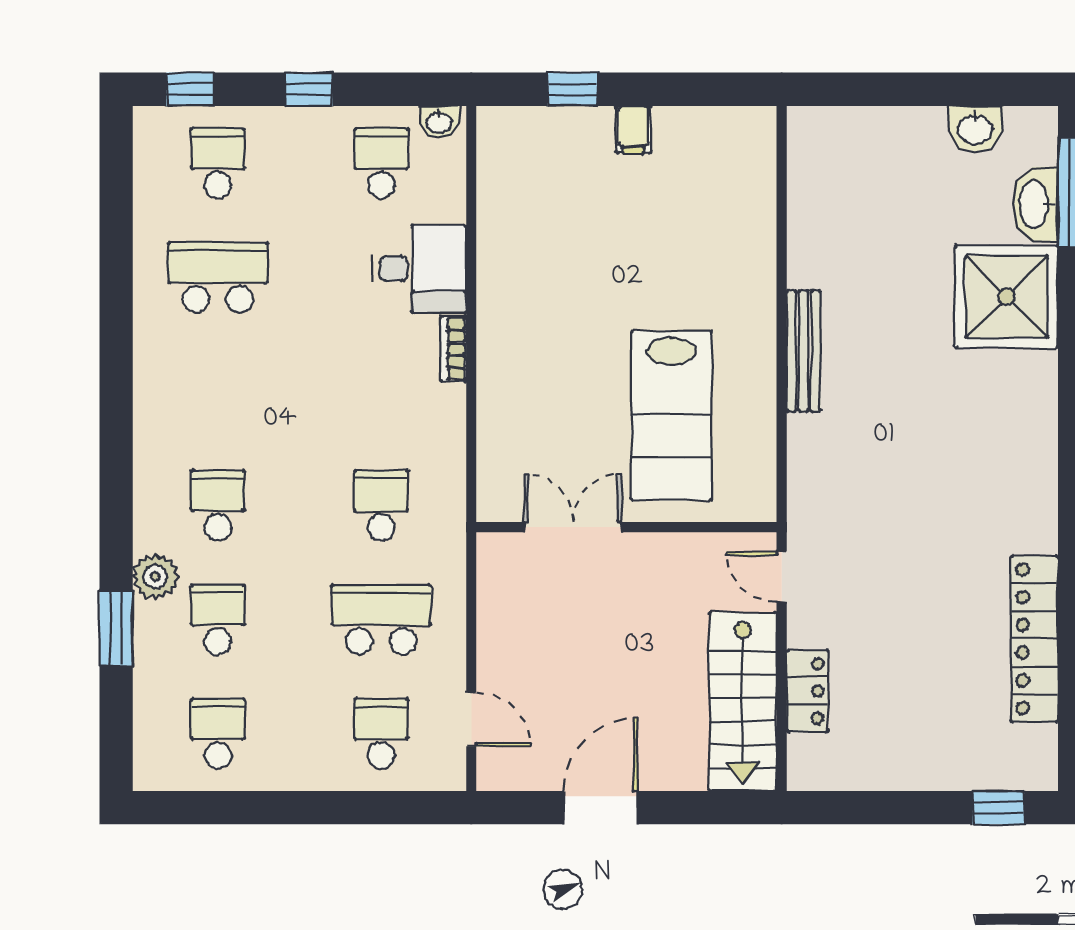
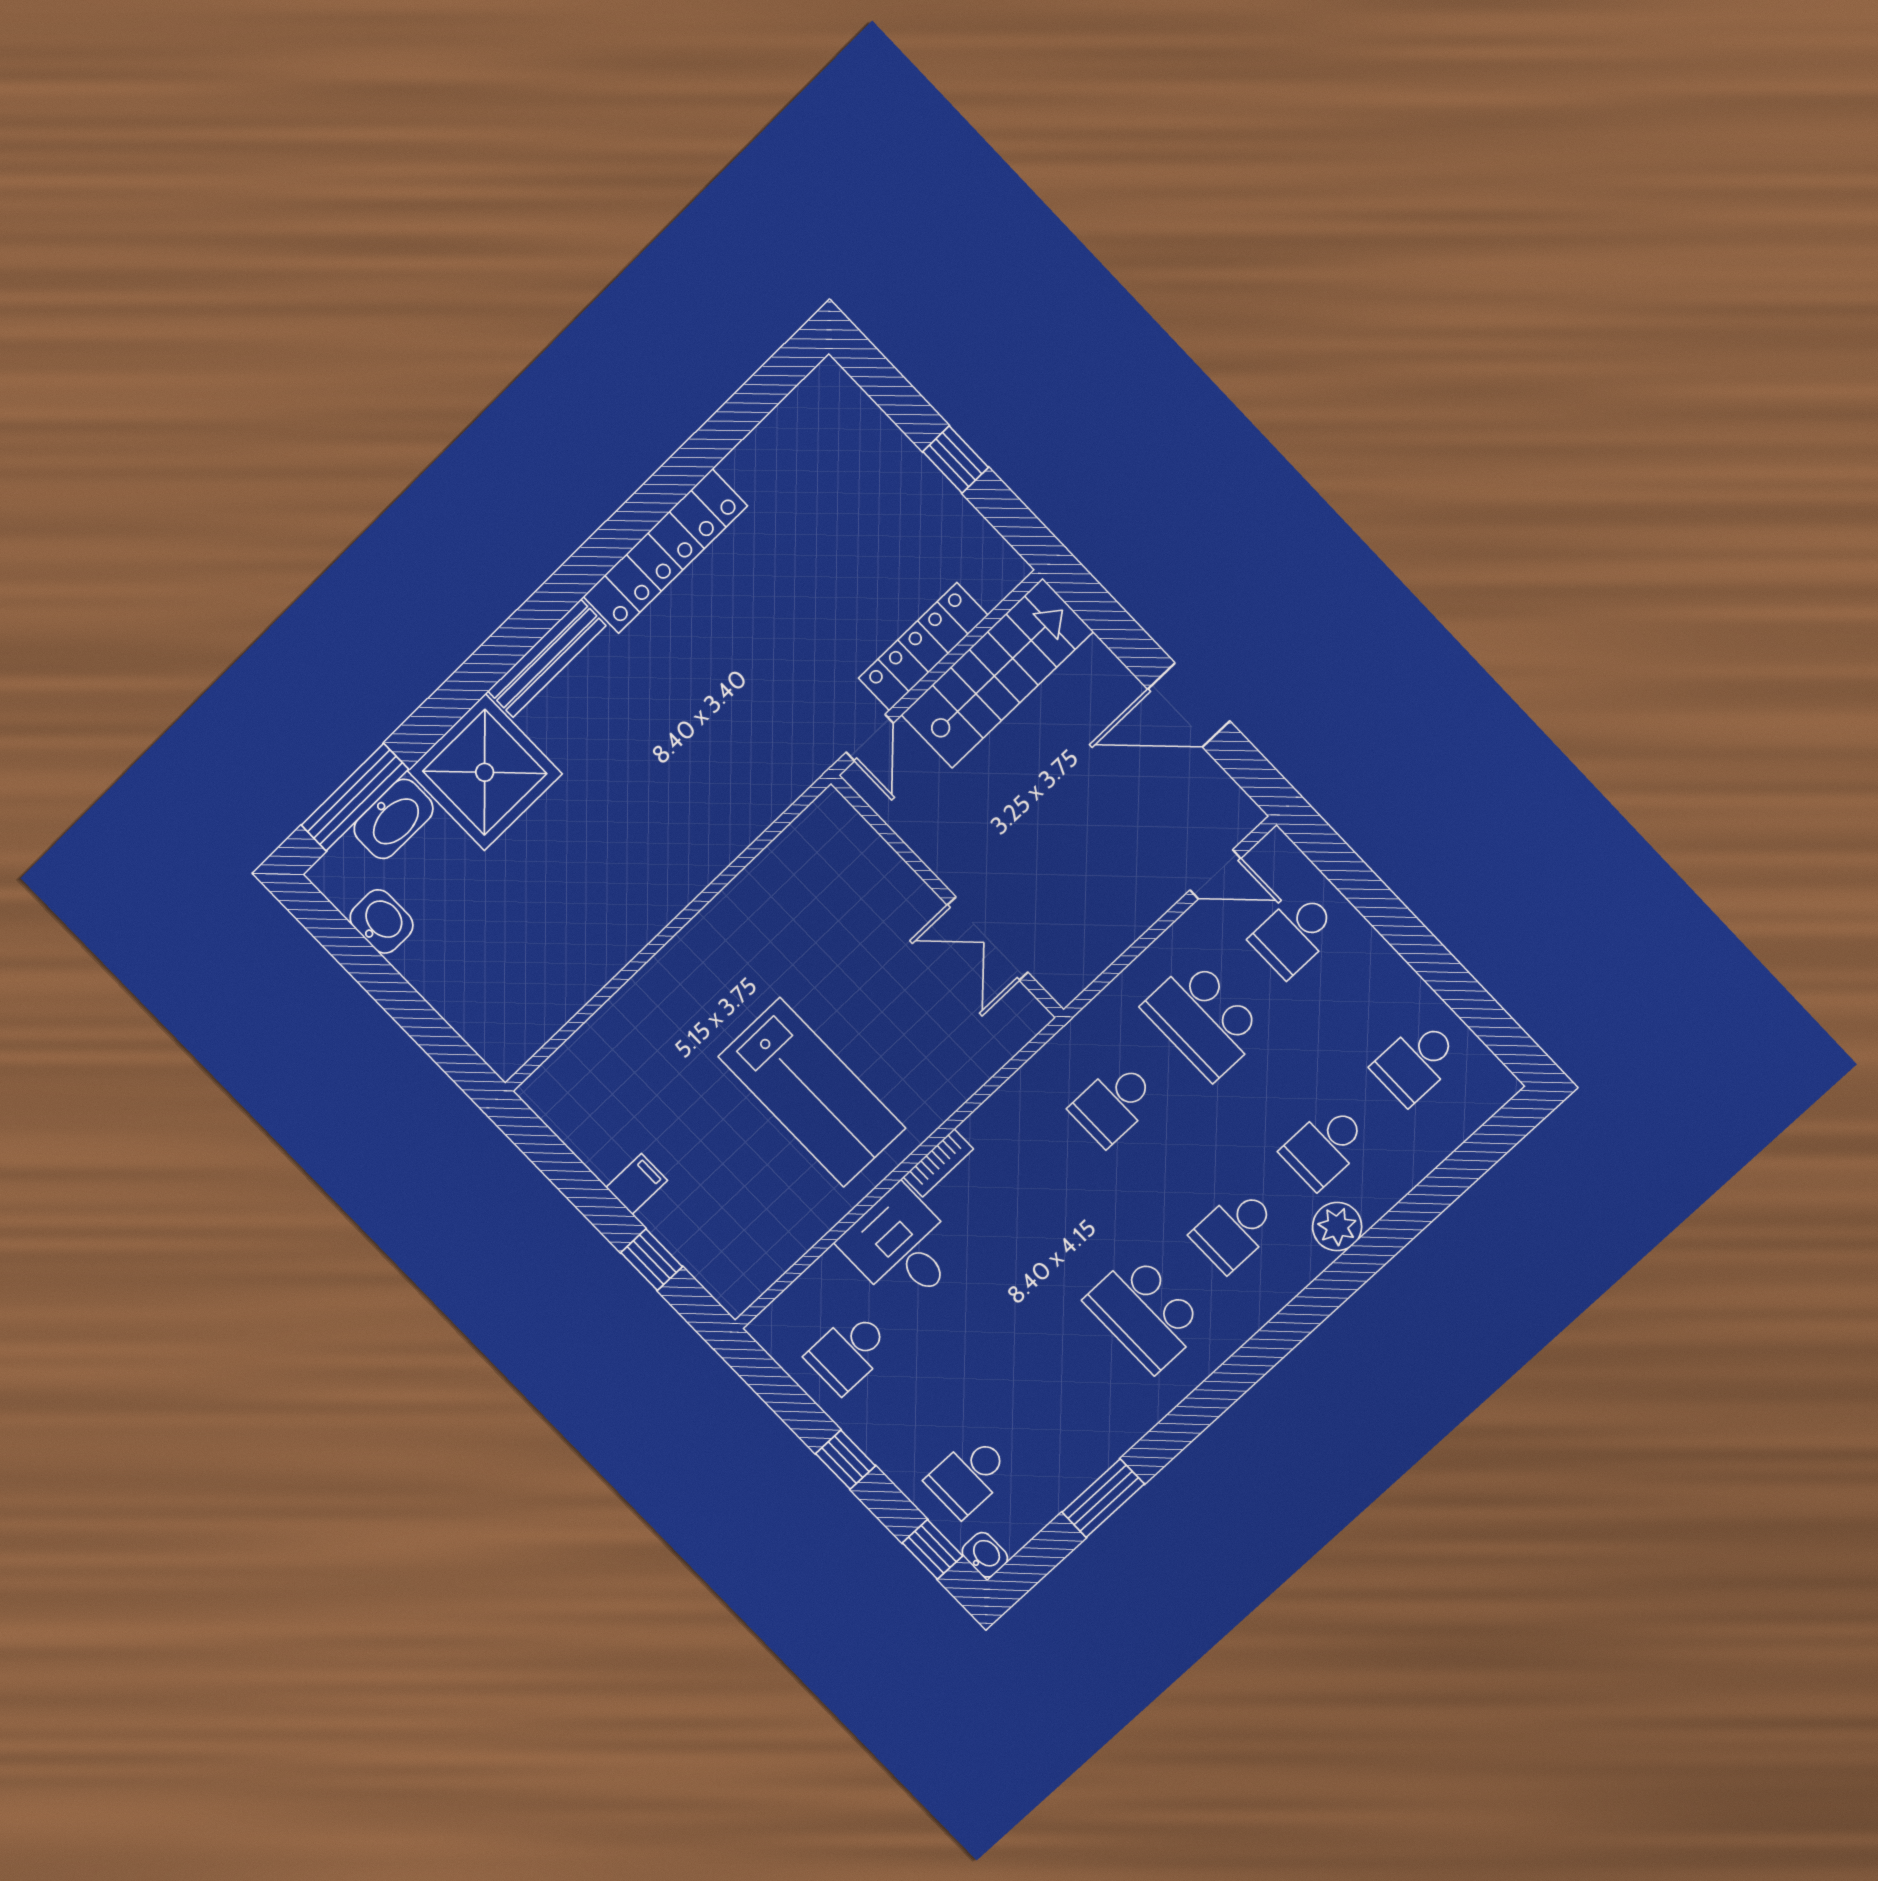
washbasin: (439, 122) -> (985, 1555), moved
school desk: (218, 277) -> (1145, 1313), moved
bench: (804, 351) -> (547, 658), moved
lab bench: (671, 416) -> (812, 1092), moved, turned 90
window: (116, 628) -> (1103, 1498), moved
locker: (1034, 639) -> (665, 551), moved
locker: (807, 691) -> (923, 647), width x1.53
door: (471, 719) -> (1215, 874), swing flipped
window: (999, 808) -> (956, 459), moved

